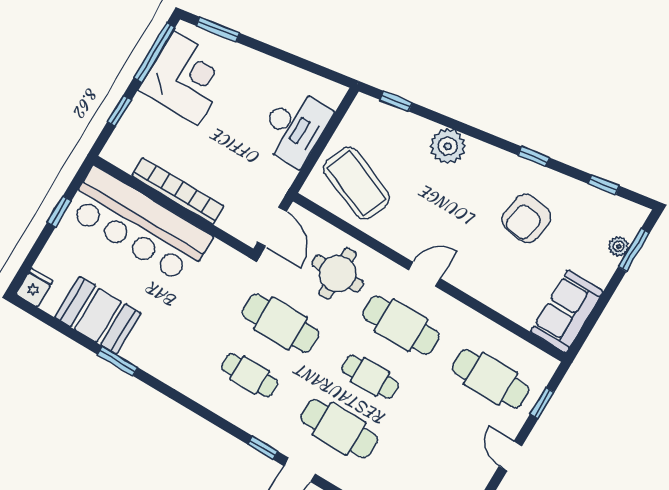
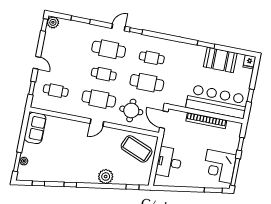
armchair: (526, 218) -> (64, 159), removed
cafe table: (491, 379) -> (56, 91), width x0.73, depth x0.74

